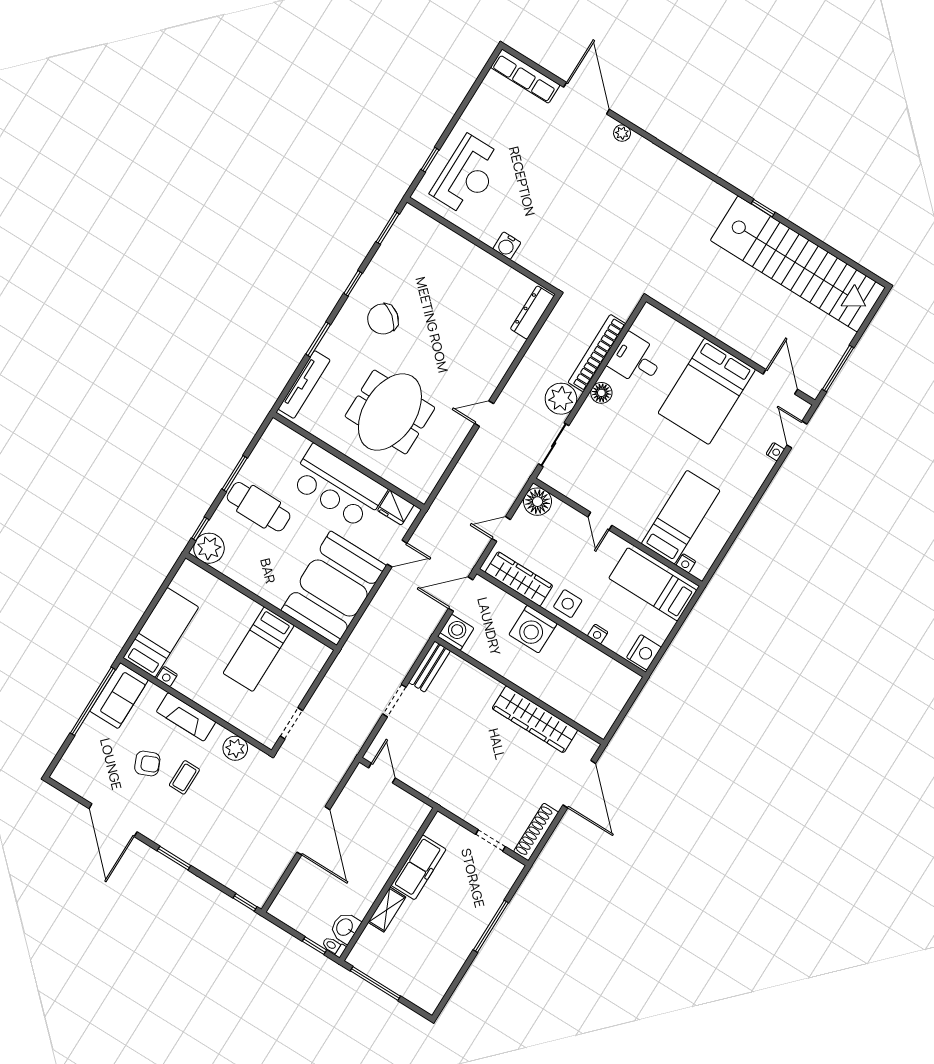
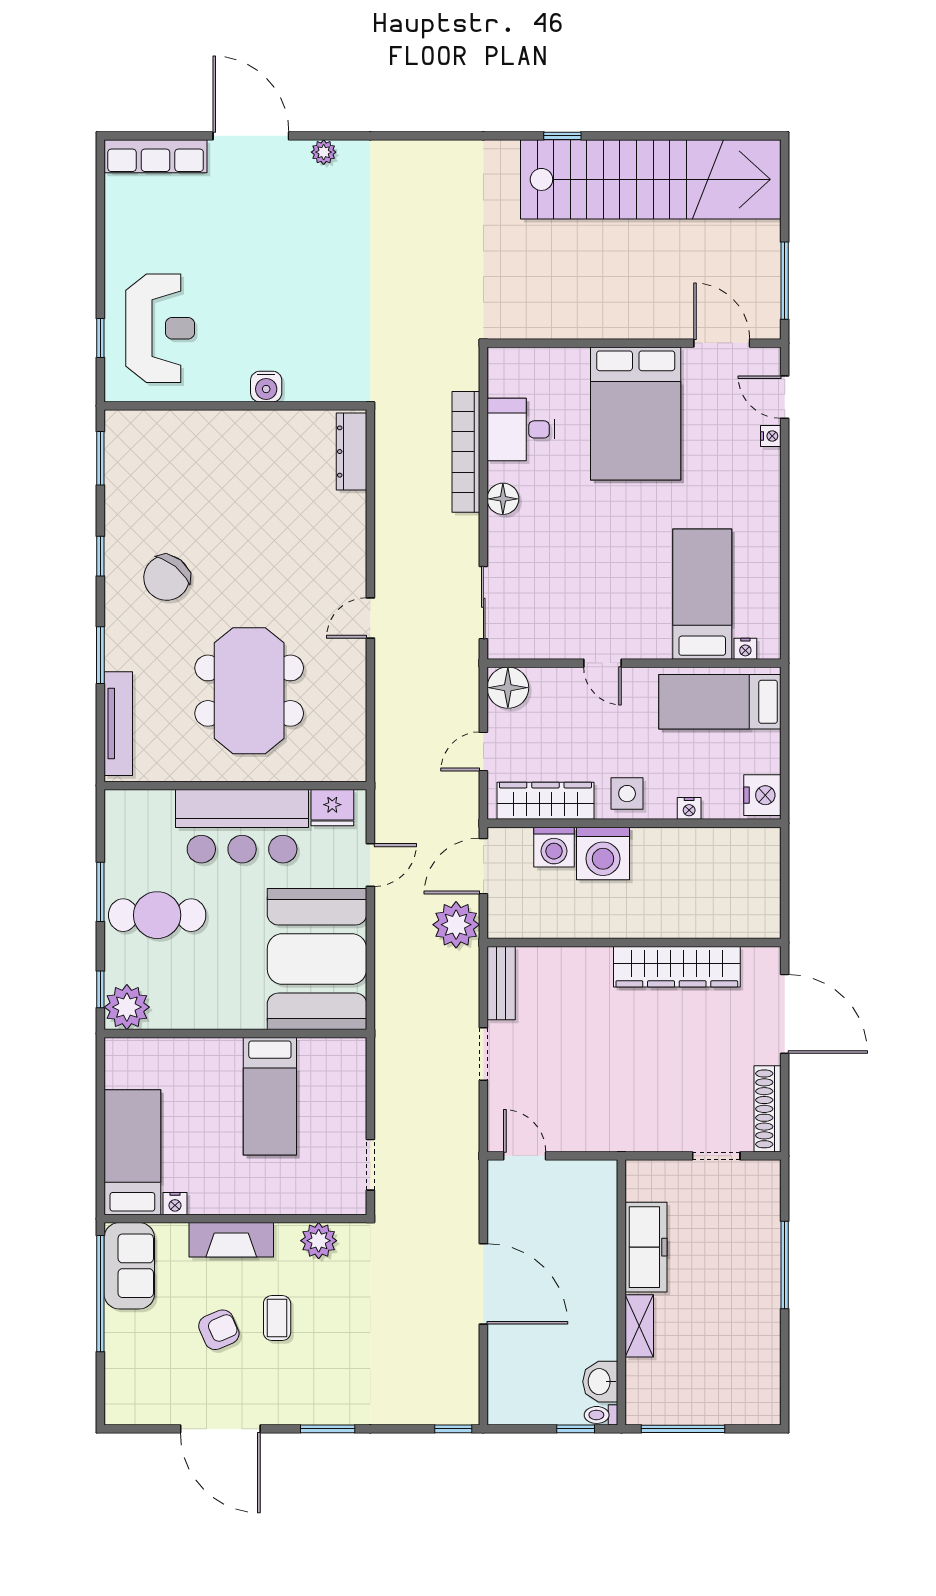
plant: (561, 399) -> (456, 925), moved
washing machine: (456, 632) -> (554, 847), moved, turned 180

